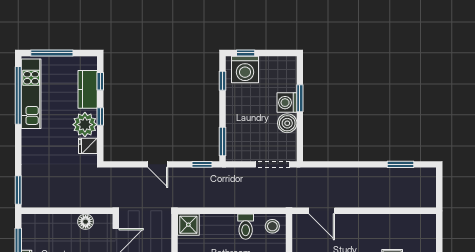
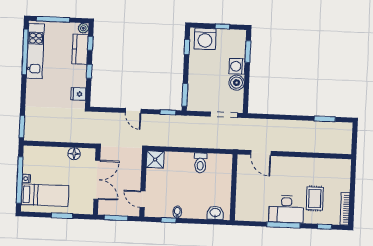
window: (246, 53) -> (222, 26), moved
window: (300, 98) -> (248, 52), moved
plant: (85, 125) -> (83, 28), moved, width x0.53, depth x0.53
stool: (272, 226) -> (221, 164), removed

